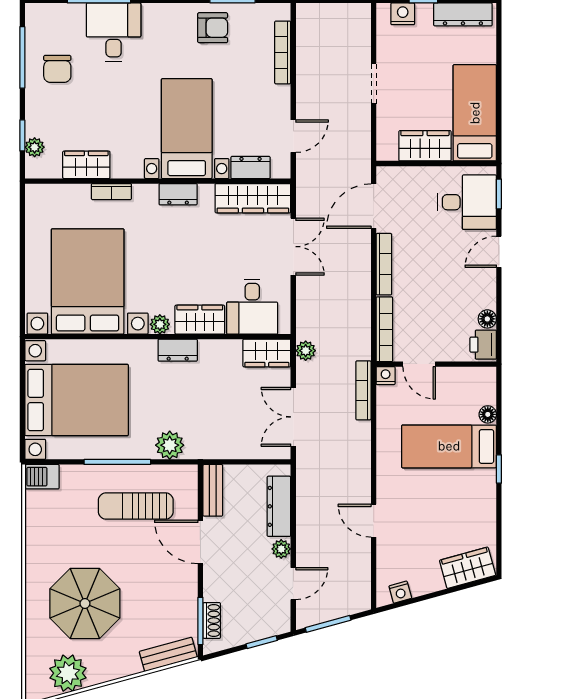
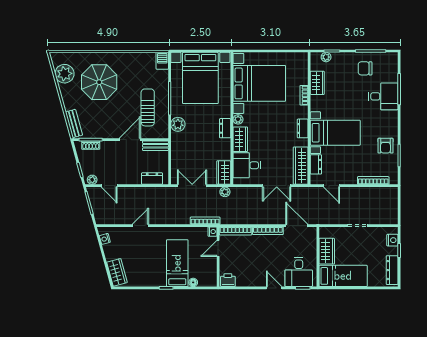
floor lamp: (487, 319) -> (241, 282), removed
dresser: (279, 506) -> (152, 179), width x0.70
plant: (281, 549) -> (92, 180), moved

